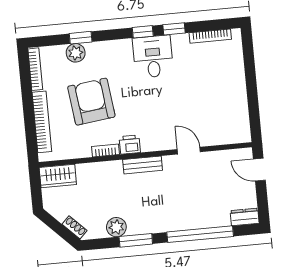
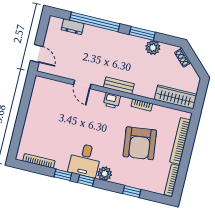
plant: (76, 53) -> (105, 174), moved
printer: (130, 145) -> (112, 100), moved
wardrobe: (58, 176) -> (176, 97), width x1.50
dresser: (245, 217) -> (73, 27), moved

